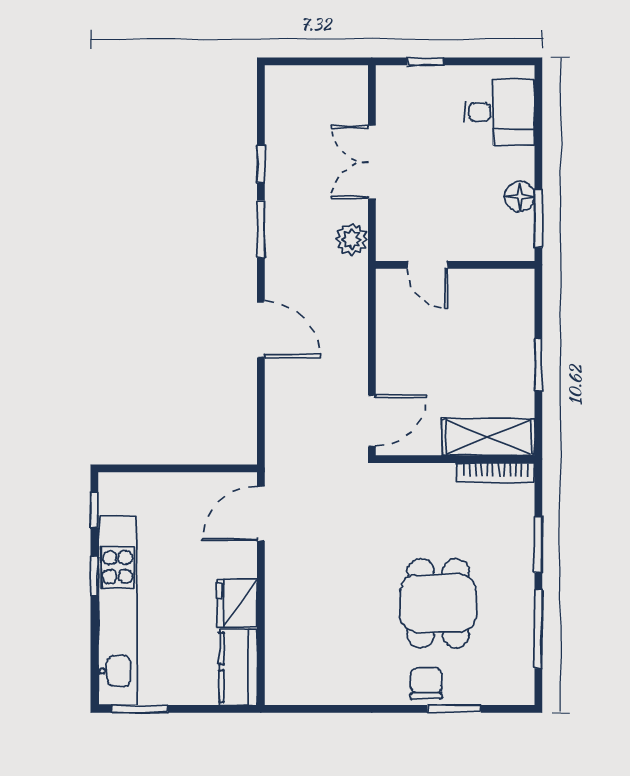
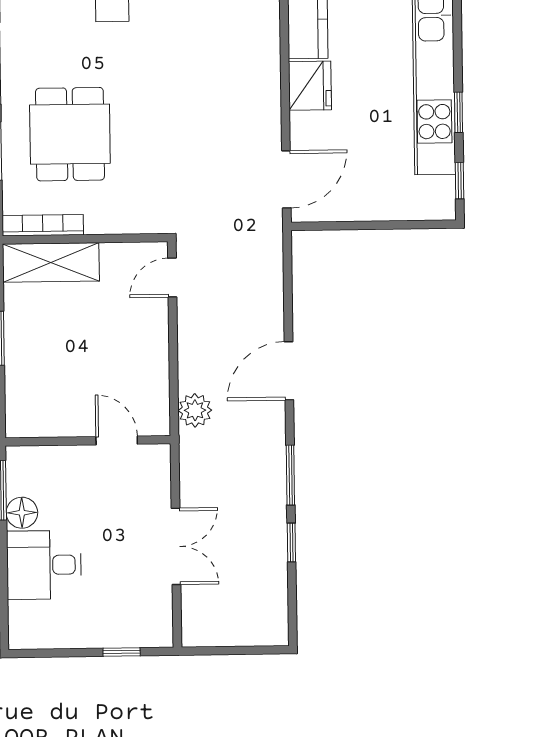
desk: (499, 112) -> (44, 565), moved
plant: (352, 239) -> (195, 410), moved
door: (261, 329) -> (289, 371), hinge flipped
door: (372, 421) -> (172, 278), width x0.73
dining table: (438, 603) -> (70, 134), moved

